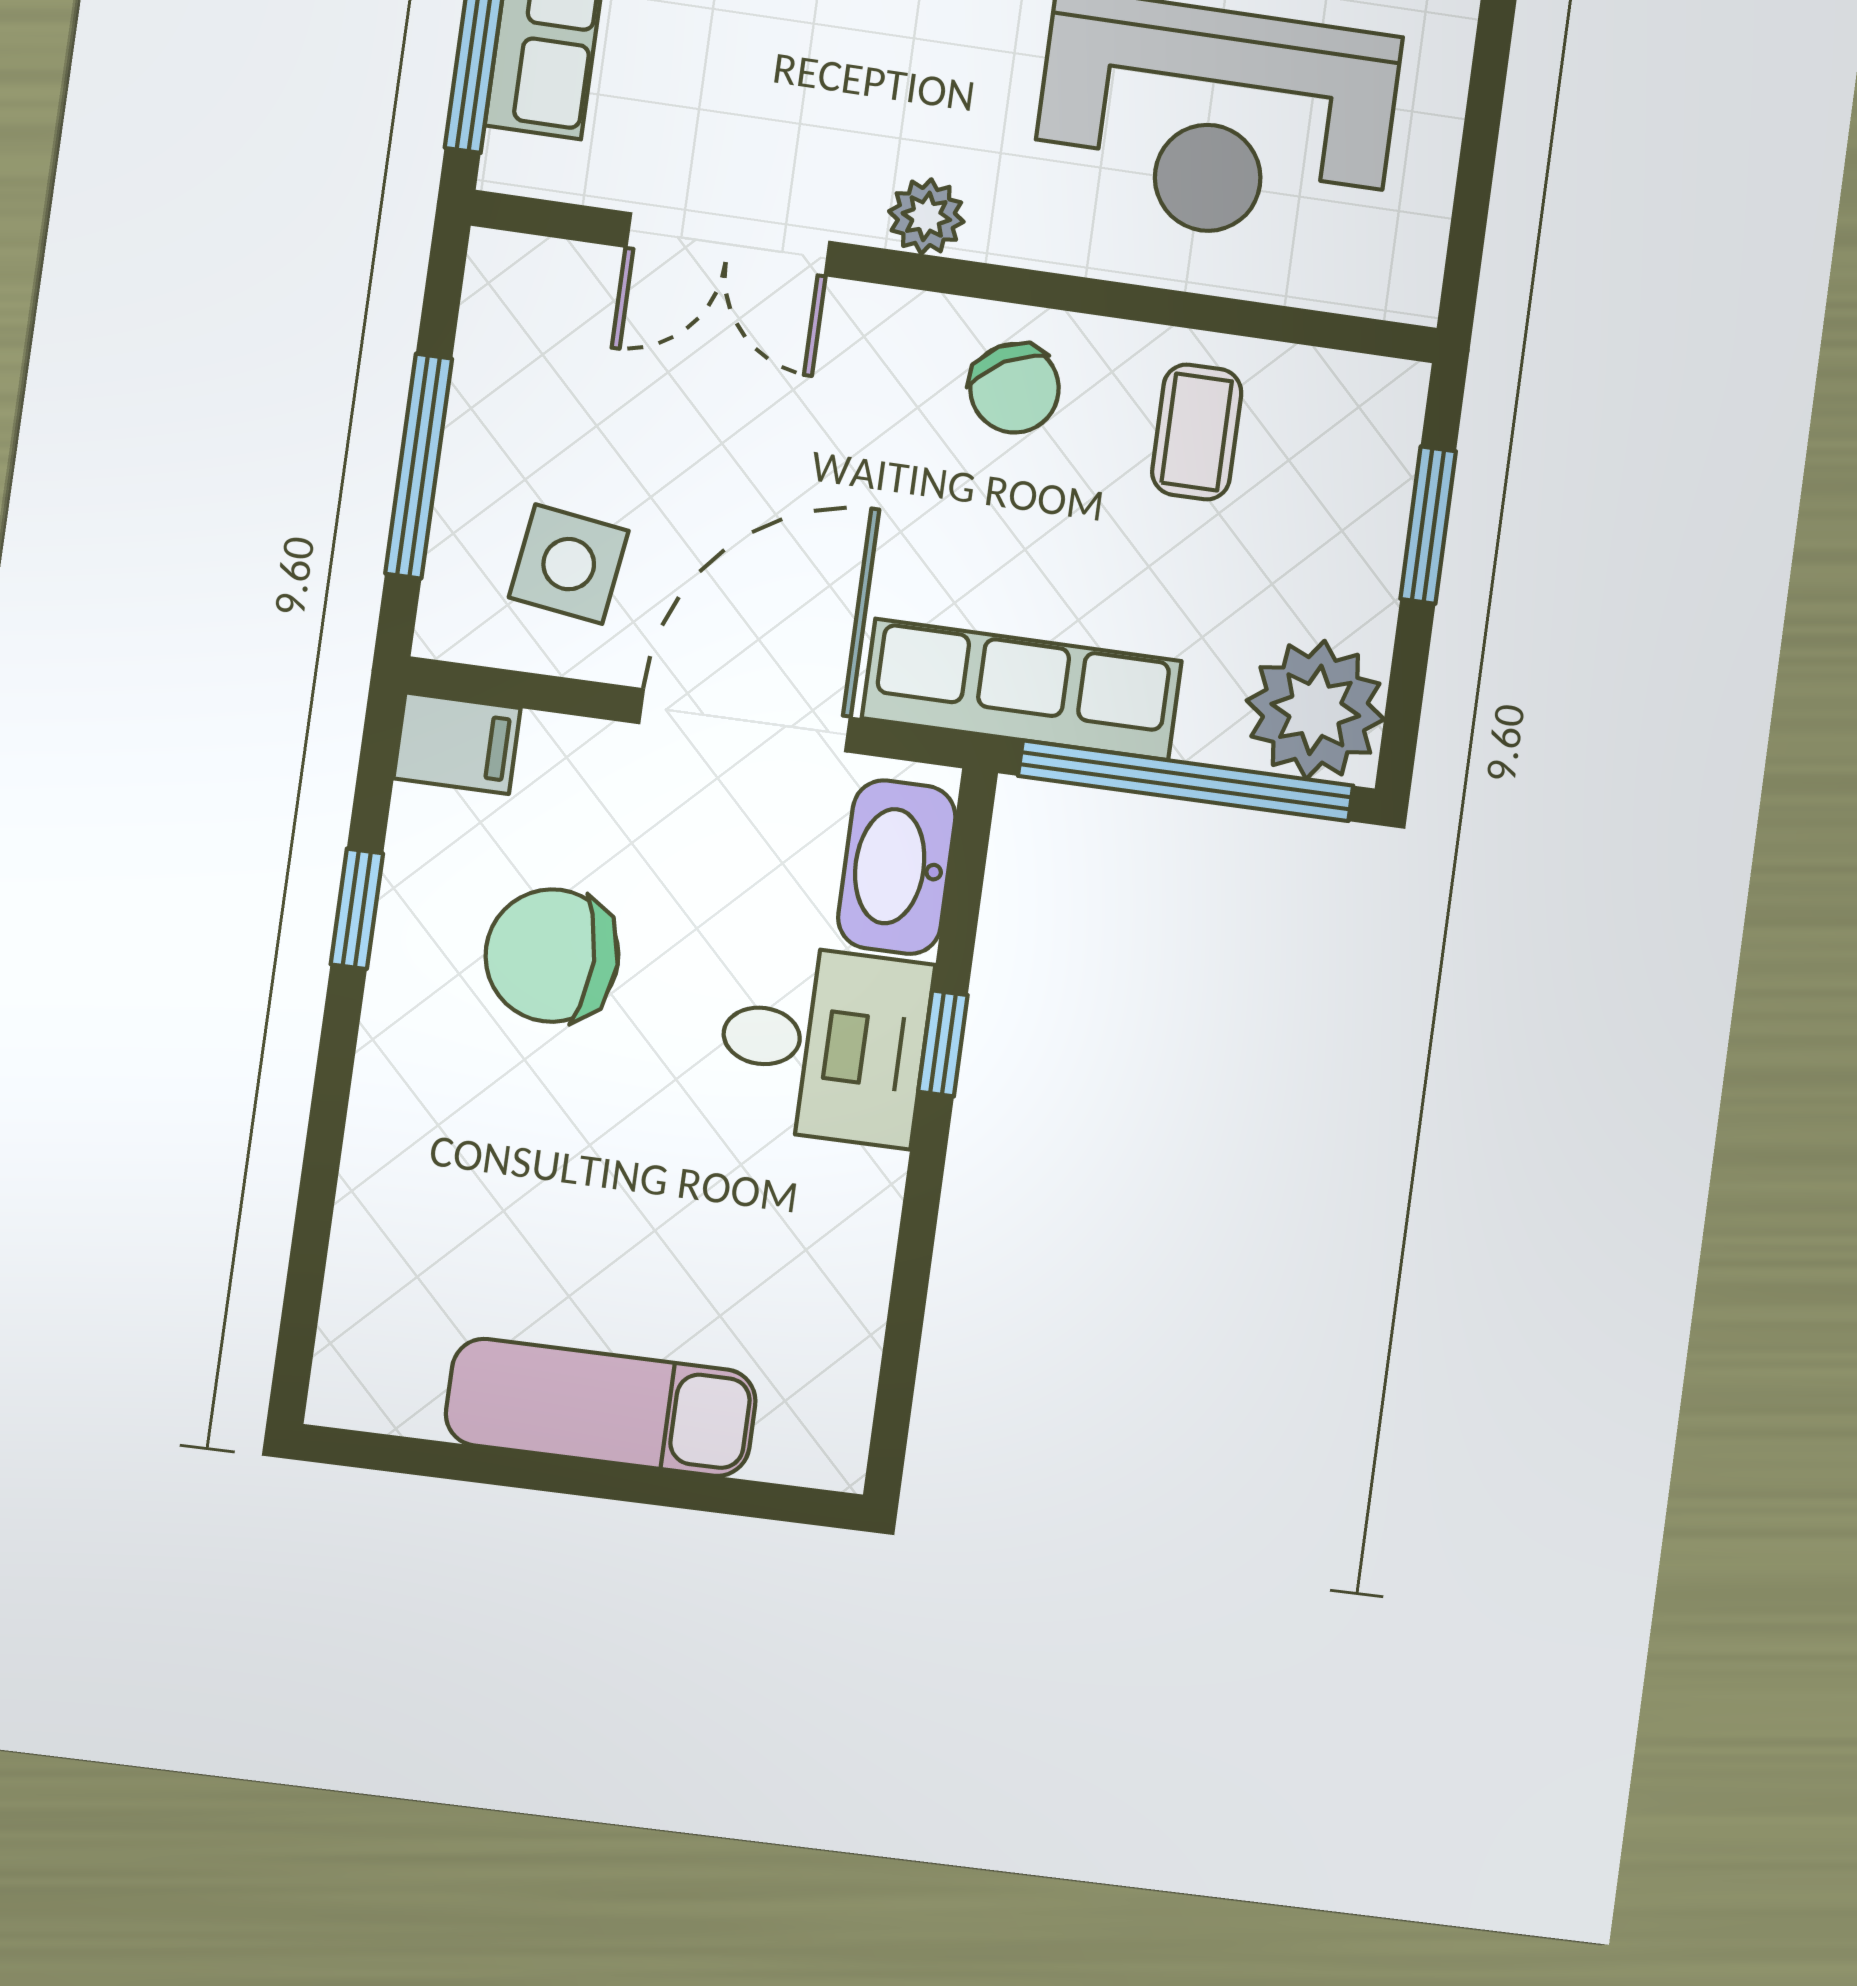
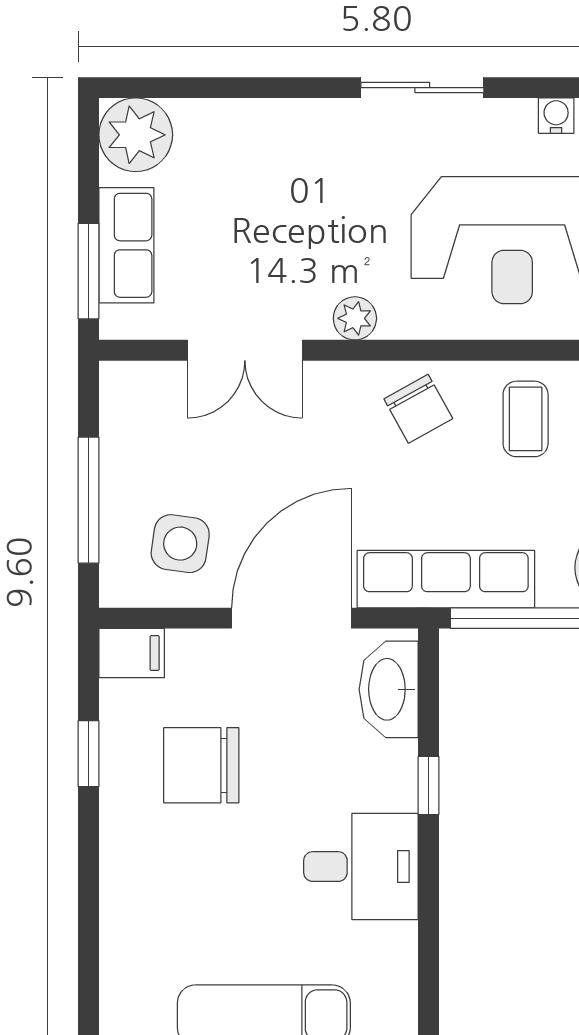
desk: (823, 1044) -> (361, 867), moved

